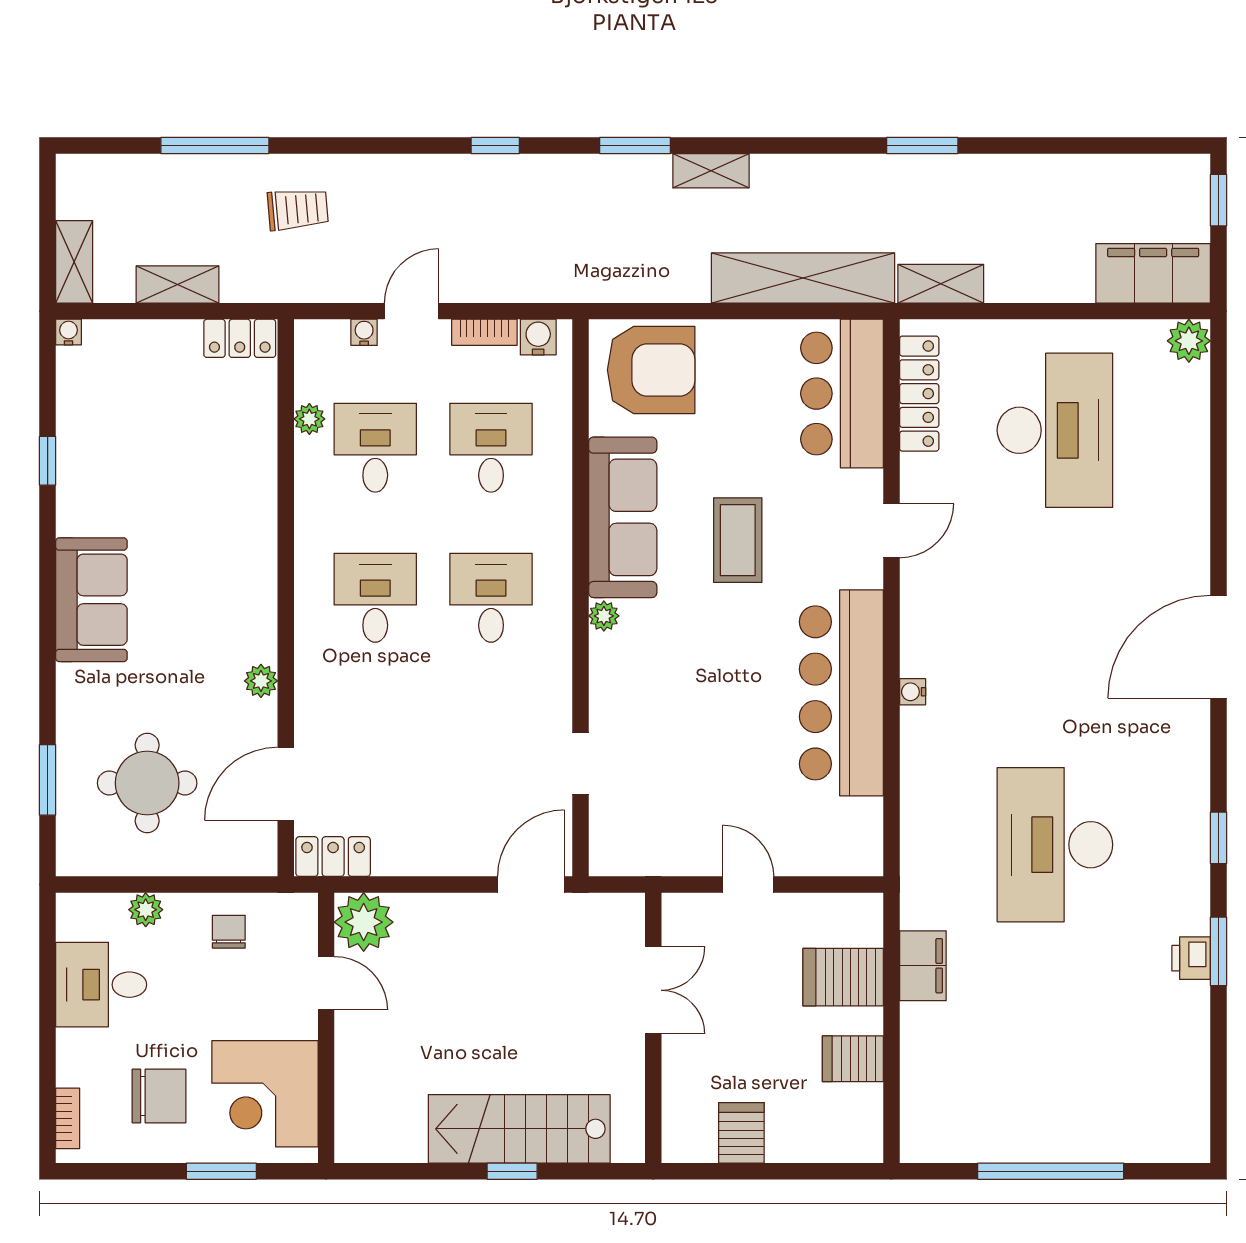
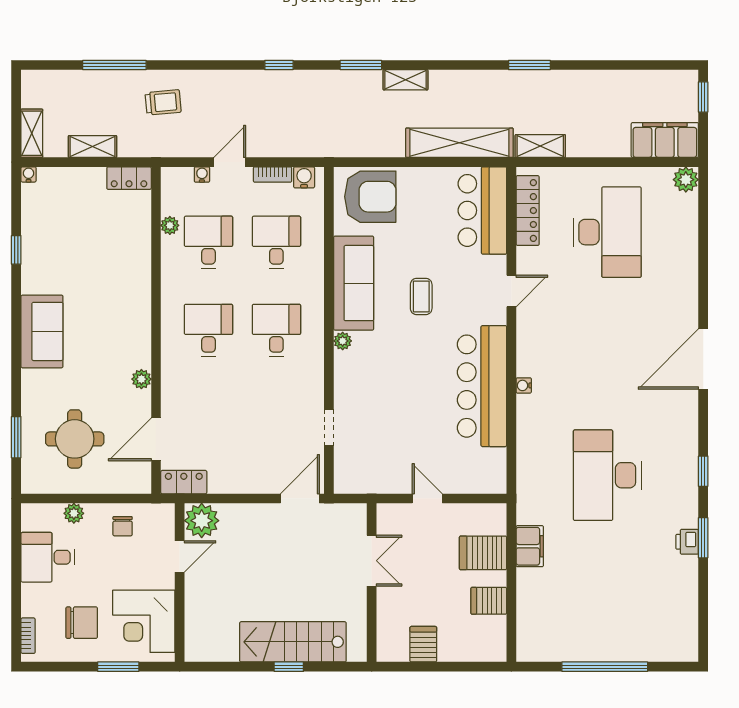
coffee table: (738, 540) -> (421, 296), width x0.73, depth x0.77
chair: (229, 932) -> (123, 526), turned 180
door: (326, 983) -> (180, 556), hinge flipped

